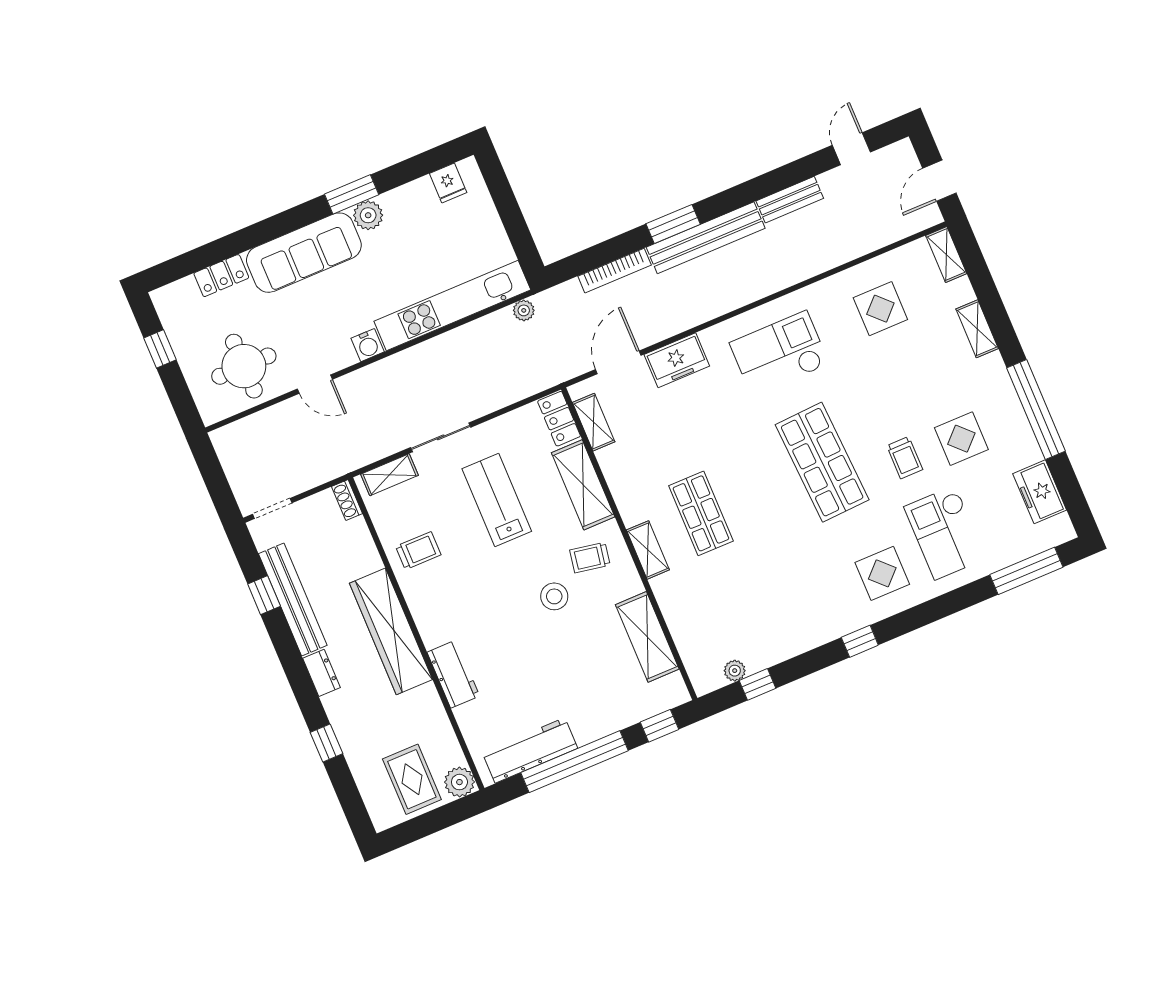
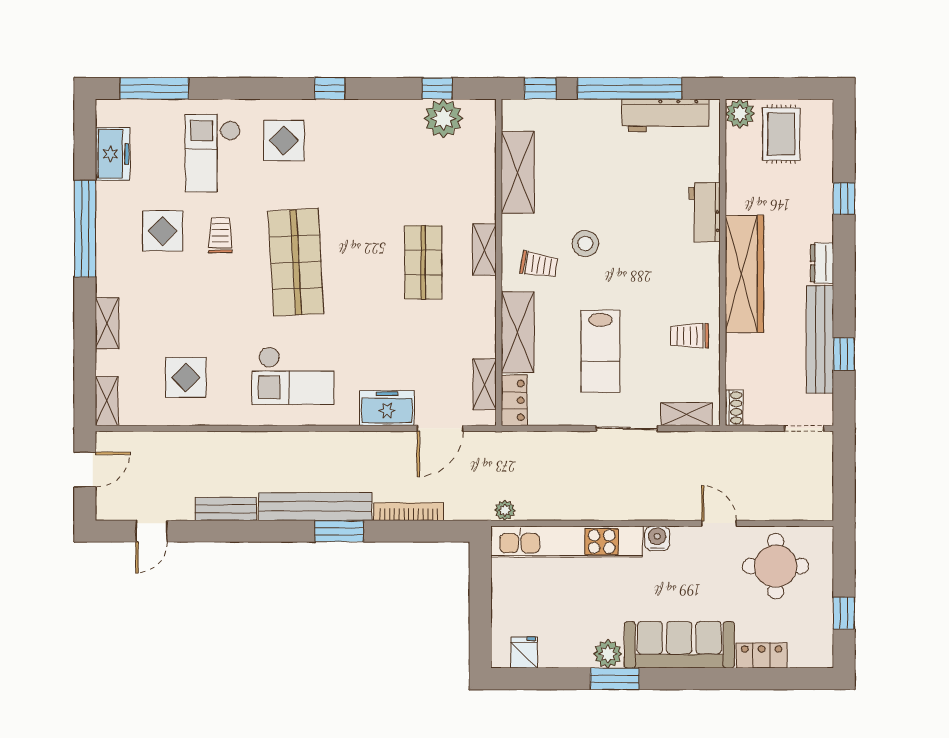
checkout: (945, 533) -> (213, 153), turned 180
plant: (735, 671) -> (443, 118), width x1.87, depth x1.87

